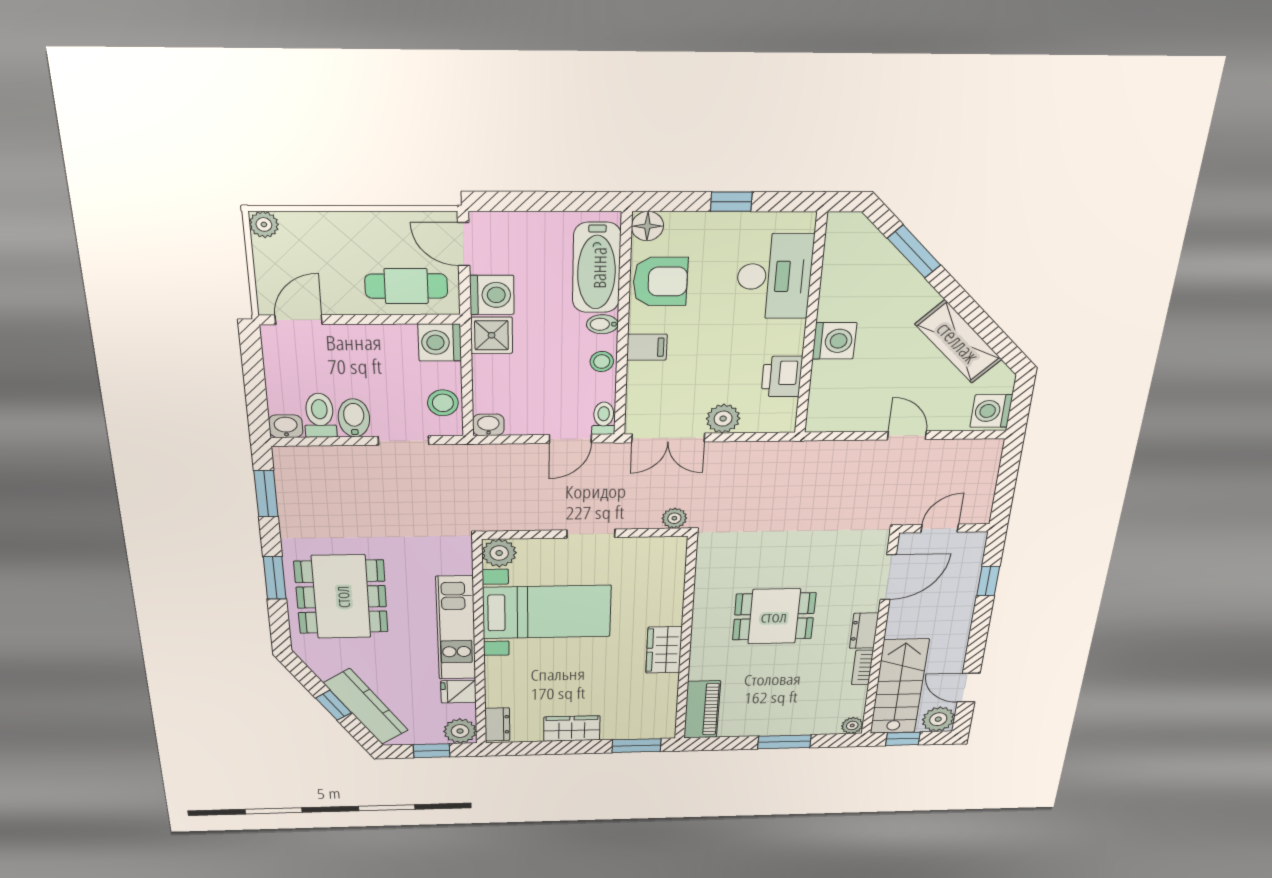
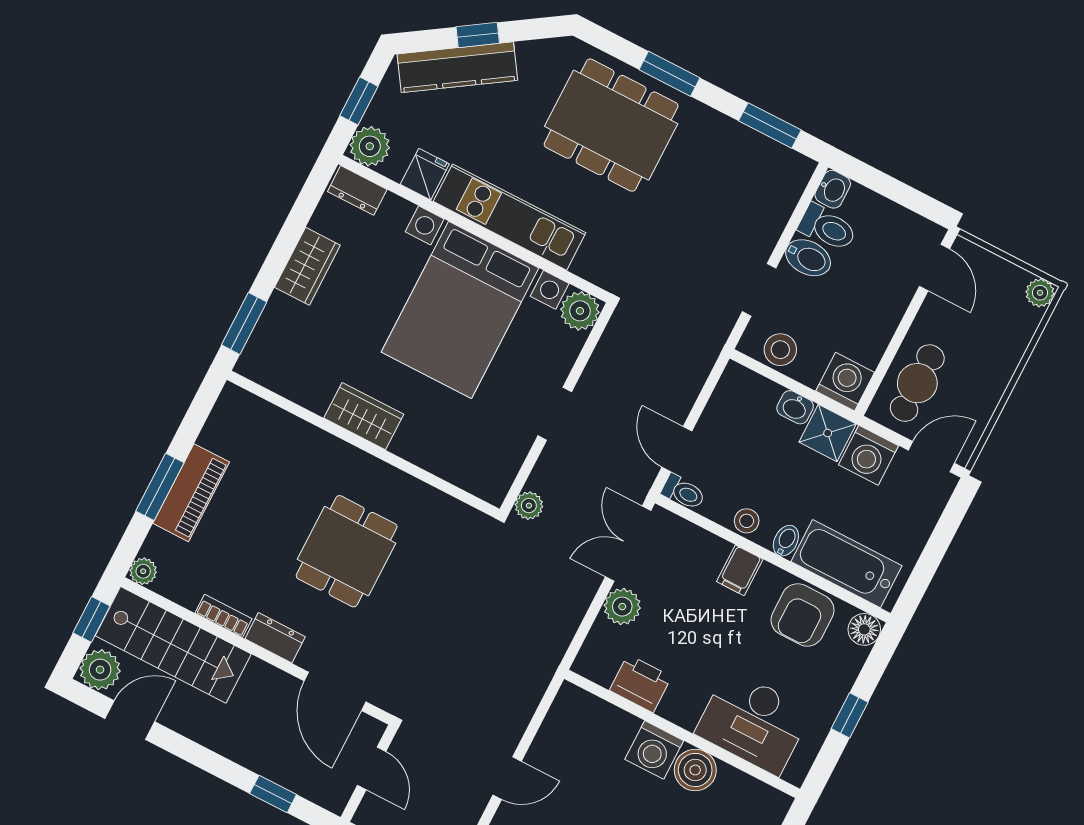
boiler: (838, 302) -> (695, 770), added
washbasin: (488, 425) -> (795, 407), moved, turned 90
bed with nightstands: (547, 612) -> (460, 310), width x1.36
piano: (702, 710) -> (191, 493), moved, turned -90

